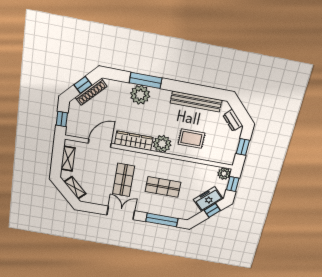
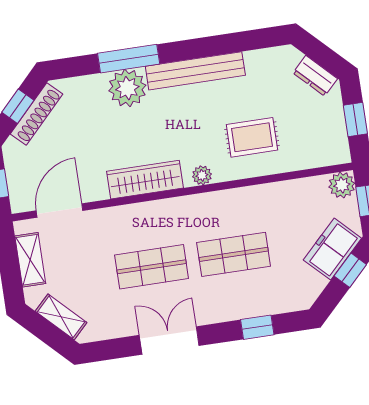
bench: (196, 102) -> (195, 71), moved
door: (100, 143) -> (60, 211), moved
plant: (162, 144) -> (202, 175), width x0.53, depth x0.53
shop shelf: (124, 180) -> (152, 267), turned 90
window: (162, 220) -> (257, 327), width x0.46

